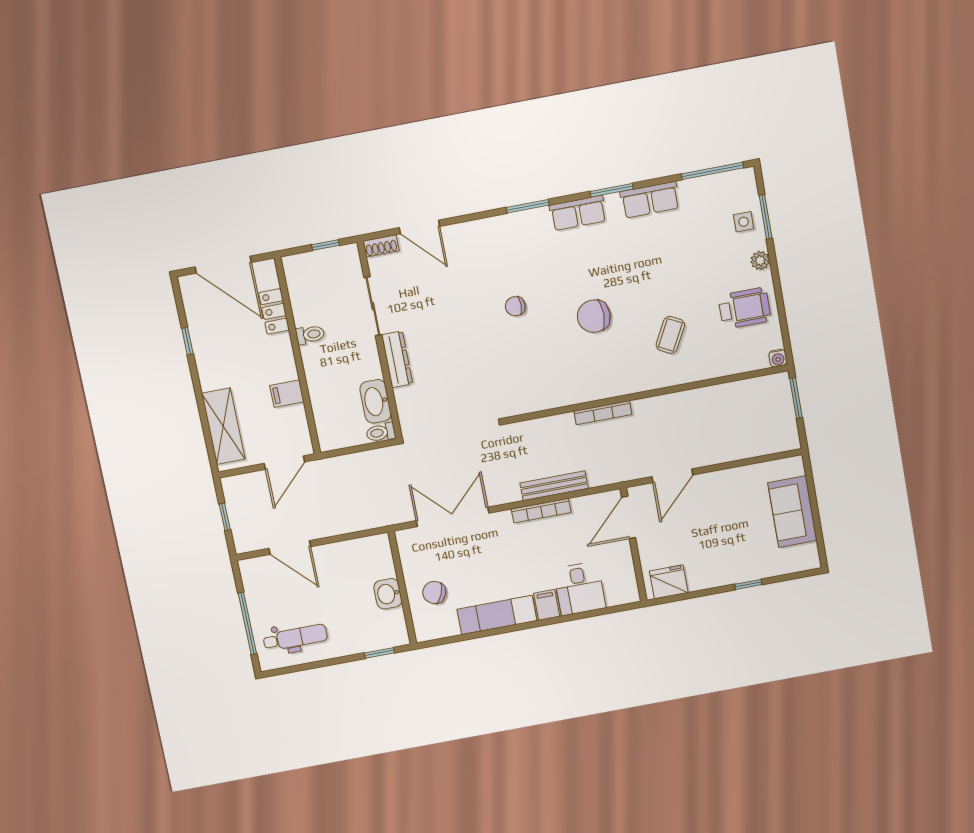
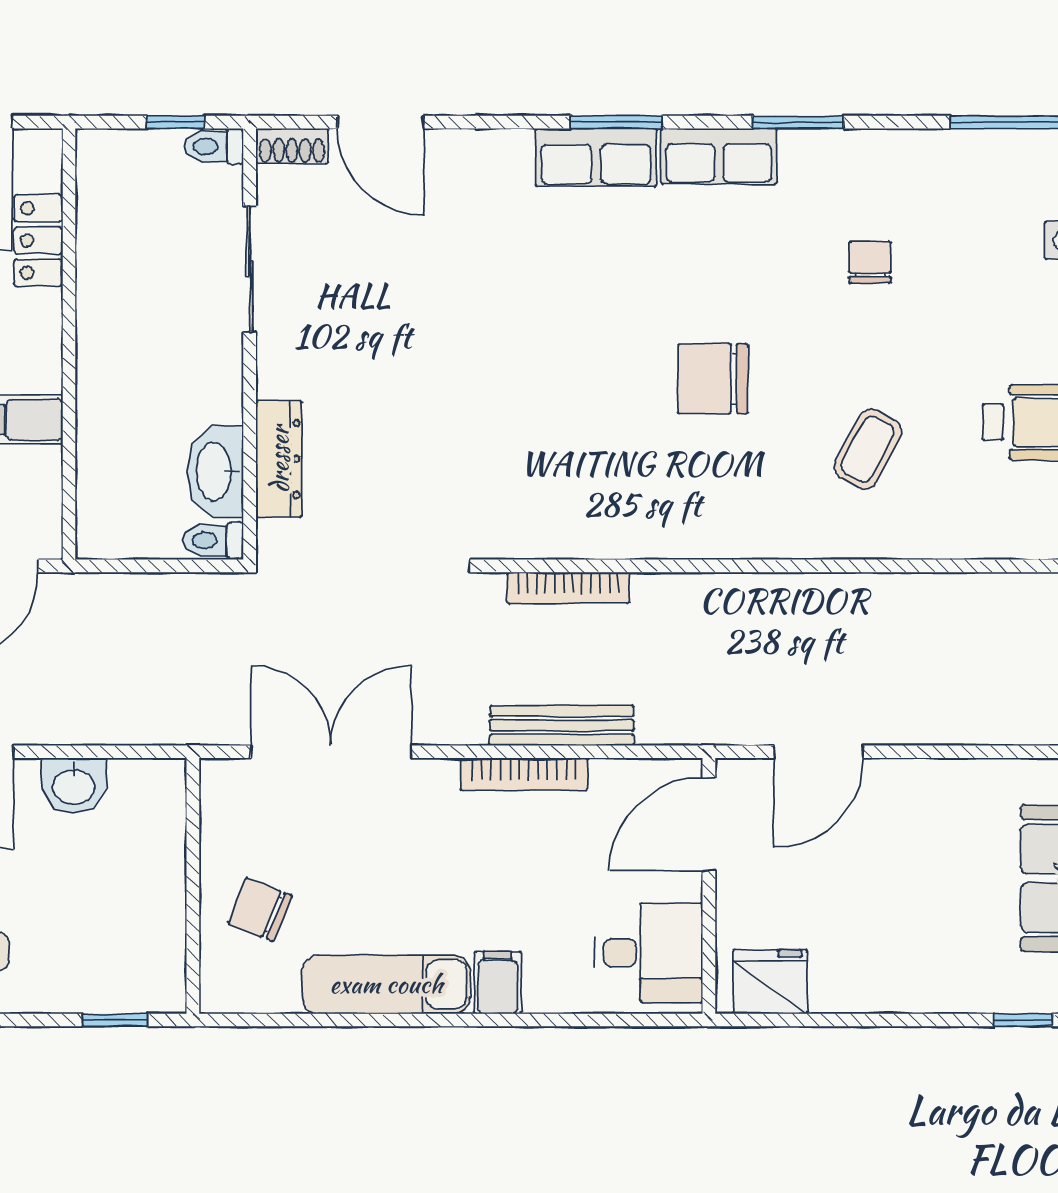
row of seats: (650, 200) -> (596, 157), moved
chair: (515, 306) -> (870, 262), moved, turned 90
toilet: (310, 335) -> (214, 147), moved, turned 180
dresser: (397, 359) -> (279, 459), moved
bookcase: (603, 413) -> (568, 588), moved
window: (748, 584) -> (1023, 1020), moved
desk: (579, 589) -> (649, 953), moved, turned -90
washbasin: (388, 594) -> (74, 785), moved, turned -90

